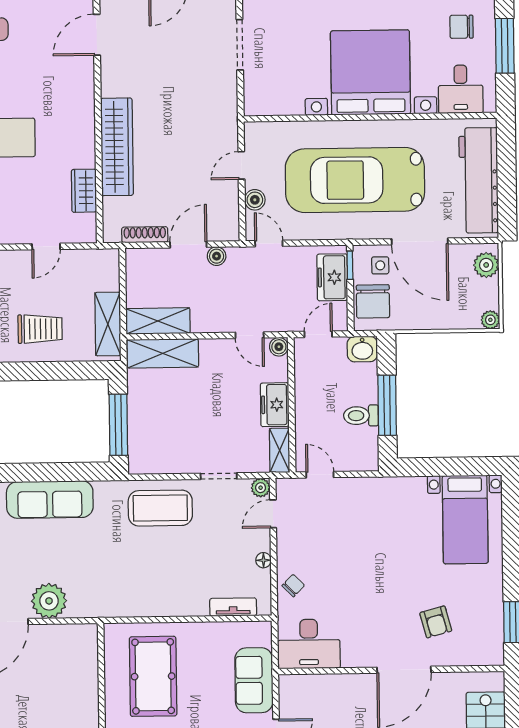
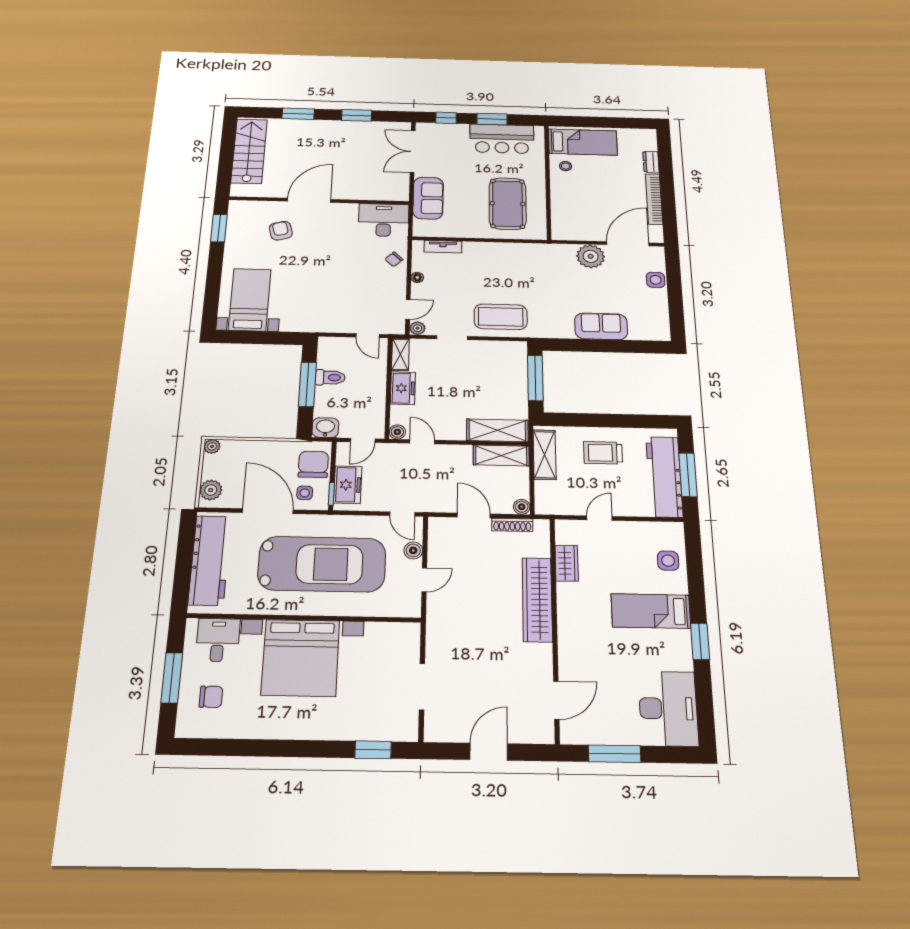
door: (188, 245) -> (474, 515), swing flipped
boiler: (217, 256) -> (522, 507), moved
sofa: (50, 500) -> (601, 326), width x0.73

